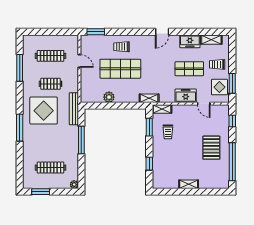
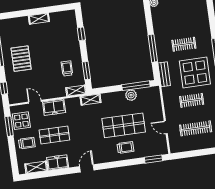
window: (103, 106) -> (136, 86), added
bench: (74, 109) -> (164, 74), width x0.73
clothes rail: (51, 168) -> (184, 44), moved, width x0.73

